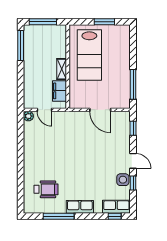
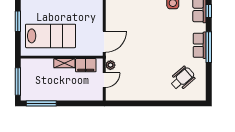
door: (100, 110) -> (104, 42), moved
plant: (28, 116) -> (110, 65), moved
wheelchair: (46, 189) -> (182, 78), turned 49
window: (59, 216) -> (209, 47), moved

